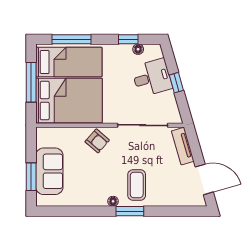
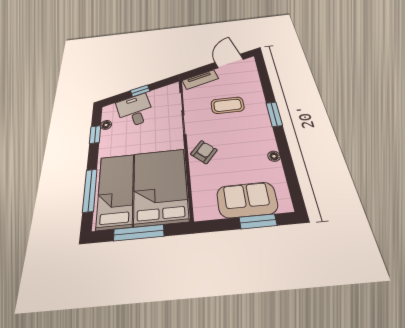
coffee table: (137, 185) -> (228, 105), moved
floor lamp: (113, 201) -> (274, 156), moved

